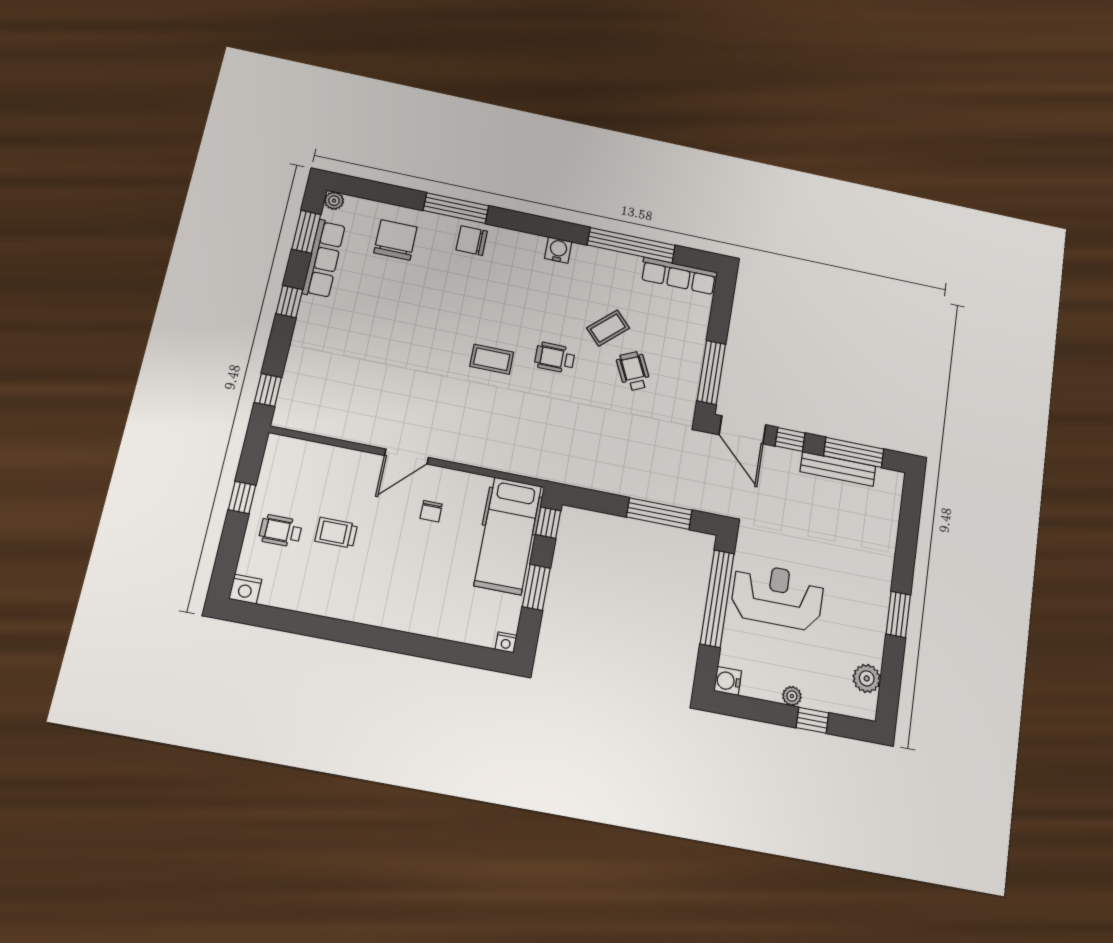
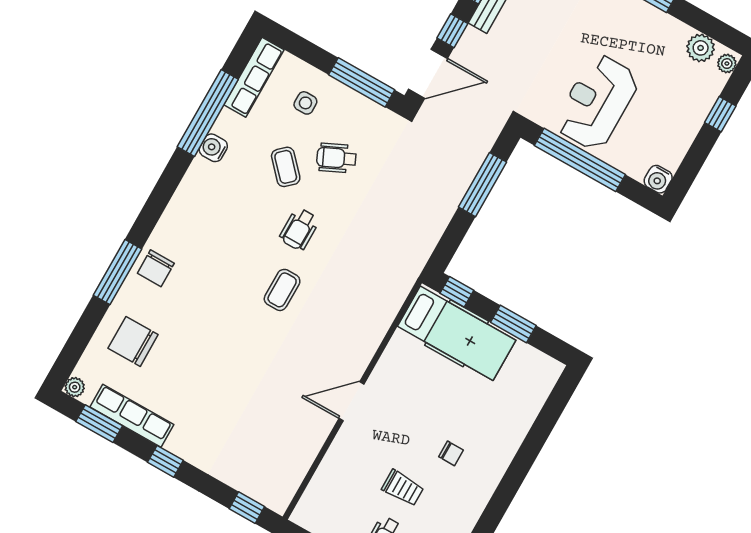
water cooler: (558, 250) -> (213, 148), moved
side table: (673, 328) -> (305, 103), added
door: (407, 456) -> (351, 401), swing flipped
chair: (431, 511) -> (451, 453), moved
trolley: (336, 533) -> (403, 488), turned -90
nightstand: (506, 642) -> (554, 369), removed
plant: (792, 696) -> (727, 64), moved

